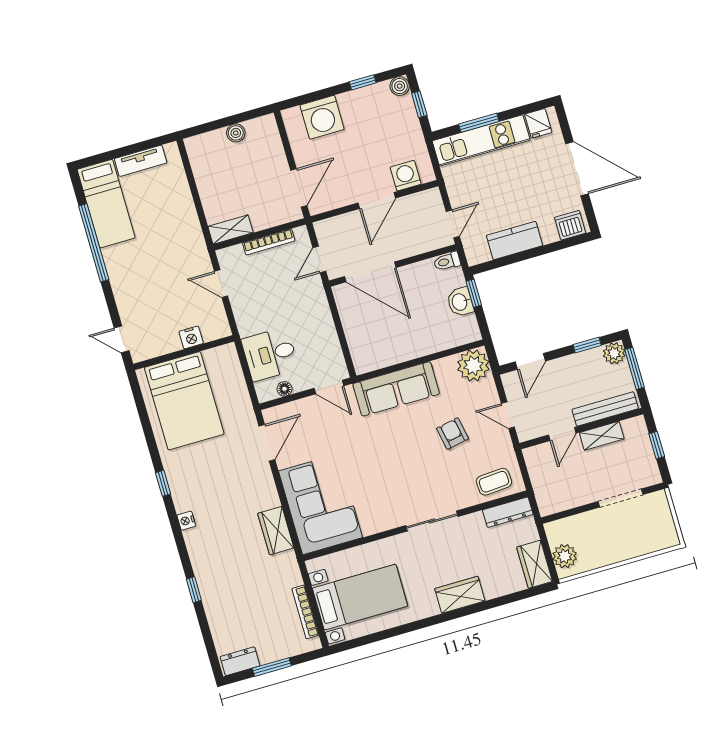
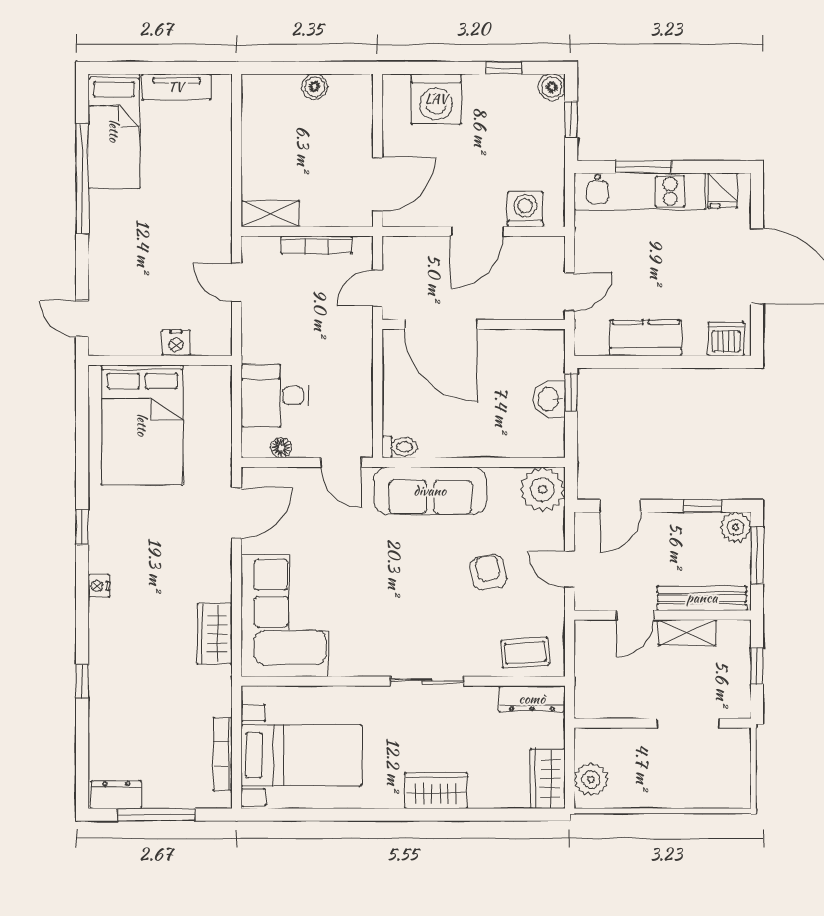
toilet: (447, 261) -> (400, 447), moved, turned 180
window: (272, 667) -> (157, 815), width x1.44

